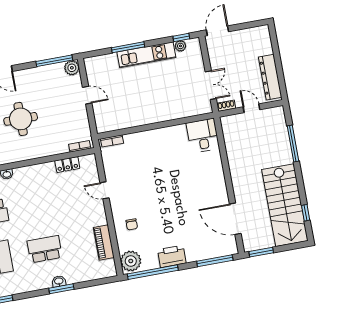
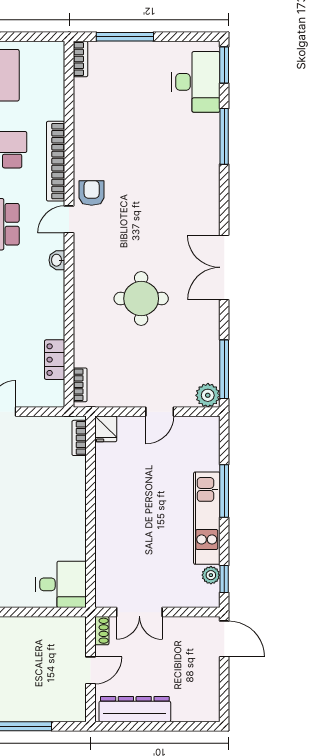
fridge: (104, 126) -> (106, 429), added

